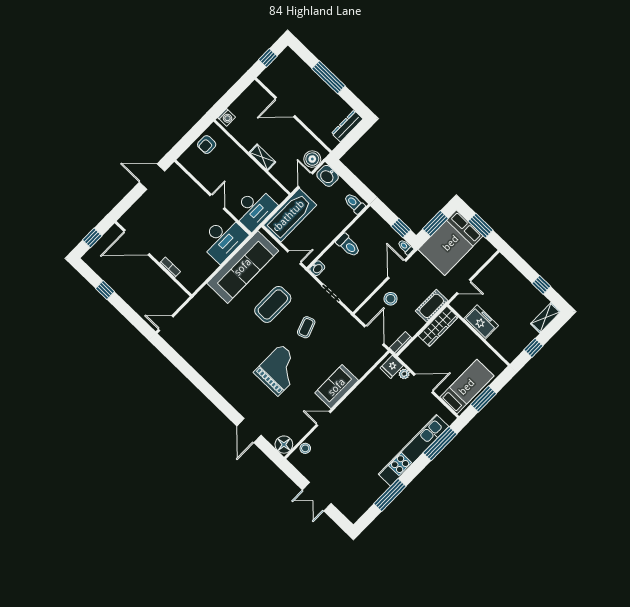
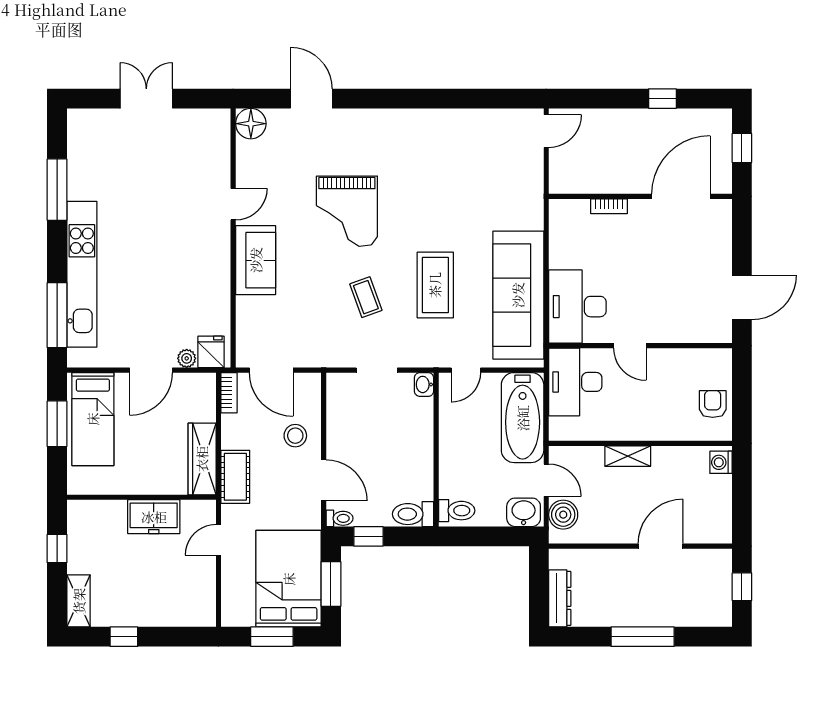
toilet: (348, 245) -> (413, 514), moved
stool: (305, 448) -> (220, 145), removed

